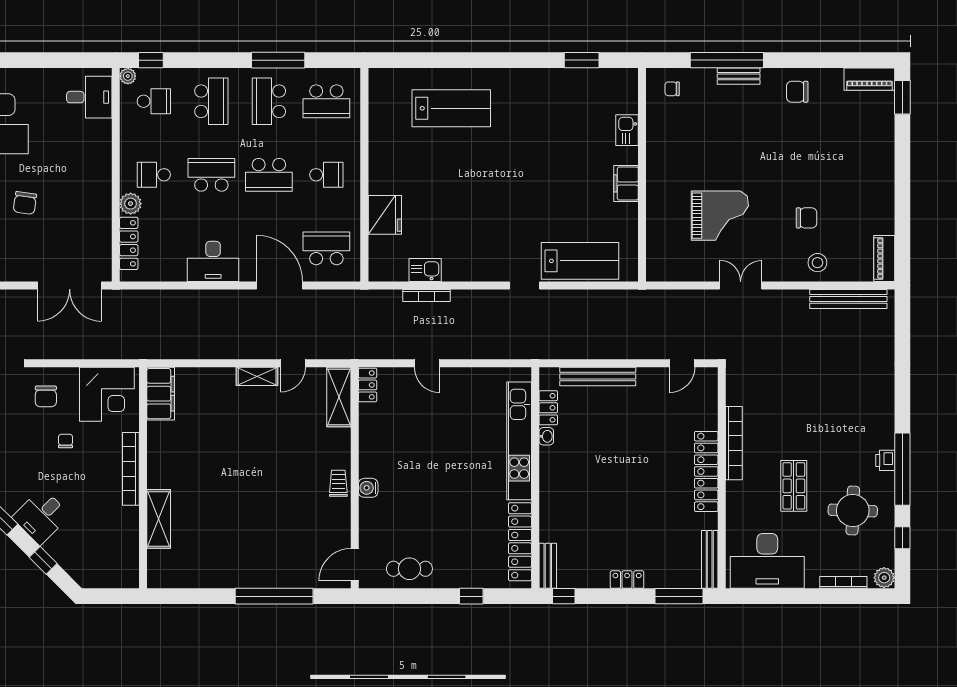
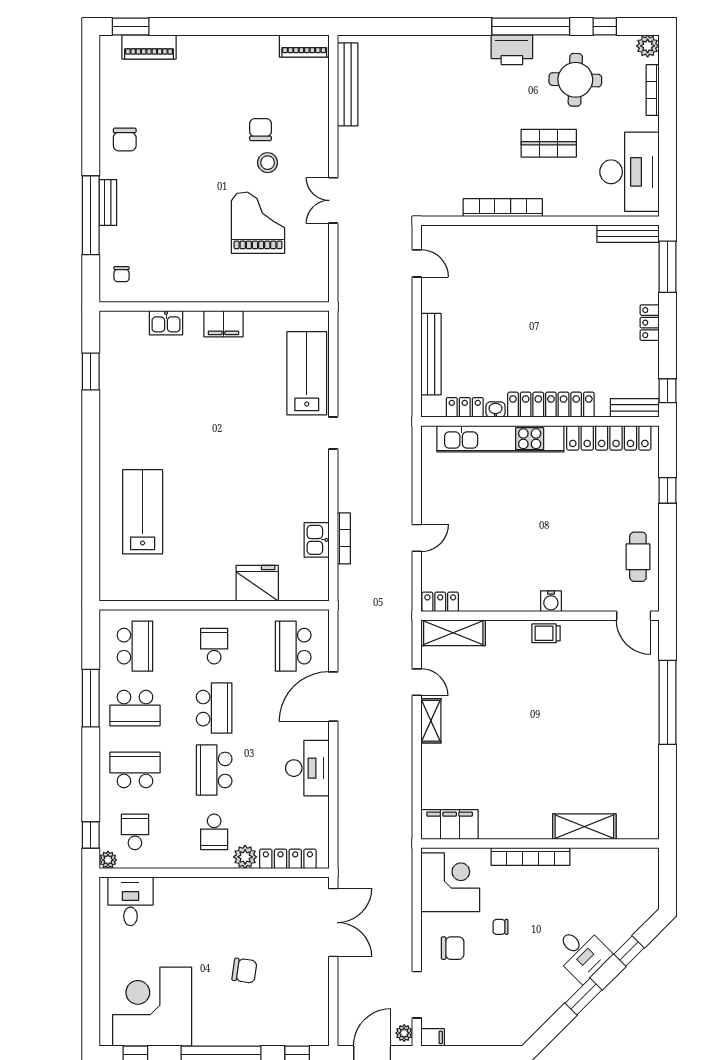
piano: (869, 79) -> (149, 47), moved, turned 90
stool: (817, 263) -> (268, 163), moved
printer: (885, 460) -> (512, 50), width x1.87, depth x1.48
locker: (706, 471) -> (551, 405), moved, turned 180

